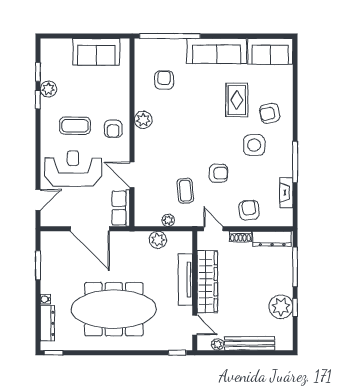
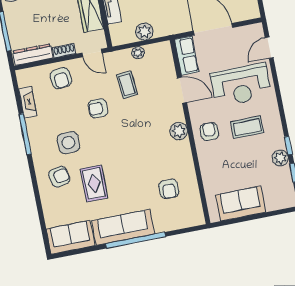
window: (170, 36) -> (136, 240), moved
plant: (143, 120) -> (179, 131), moved

